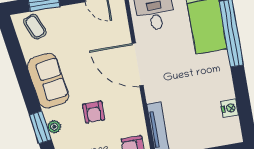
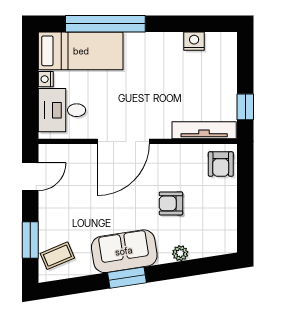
armchair: (94, 112) -> (171, 203), turned 180
window: (40, 127) -> (127, 278), moved

